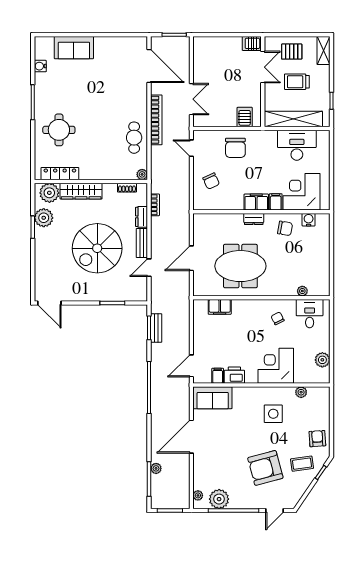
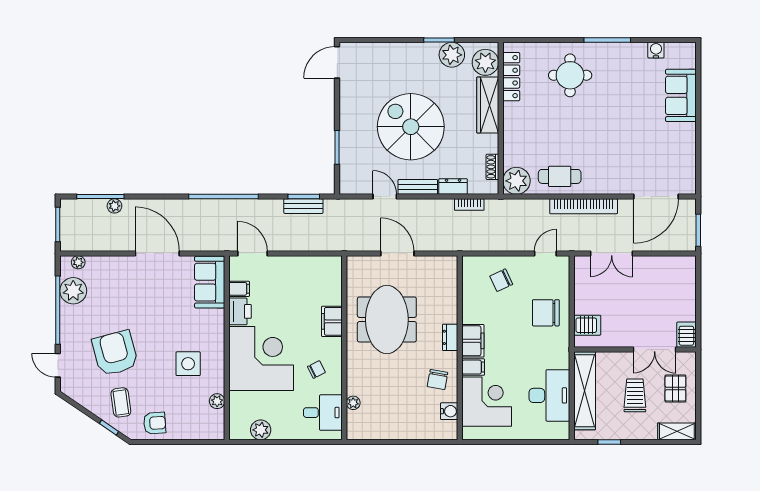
plant: (142, 174) -> (516, 181), width x1.87, depth x1.87
filing cabinet: (220, 307) -> (332, 321), moved
corner desk: (276, 366) -> (261, 359), width x1.36, depth x1.36

